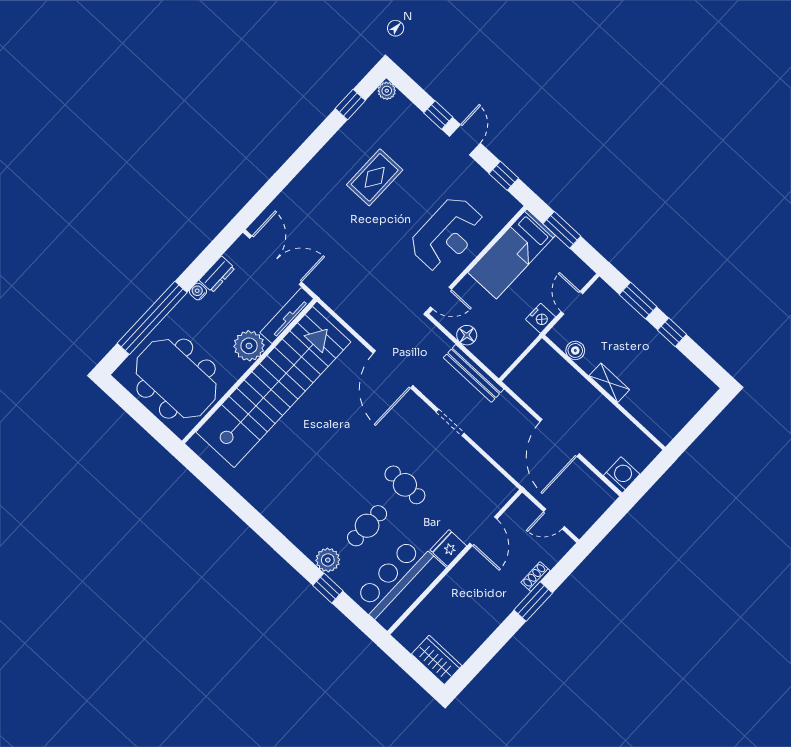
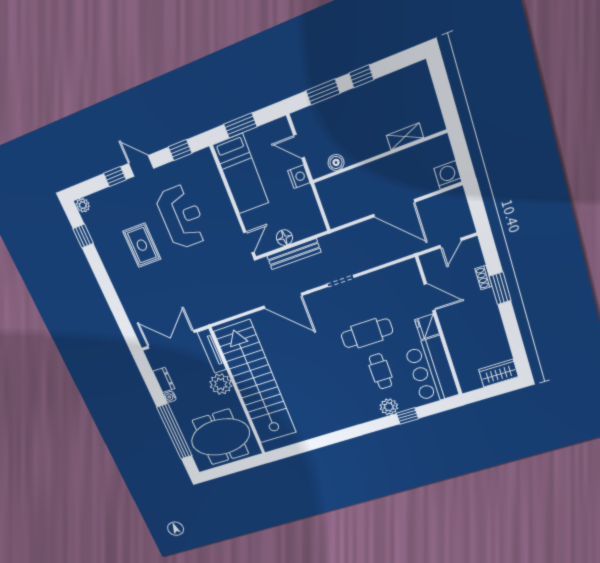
reception desk: (447, 234) -> (182, 217), moved
bench: (474, 373) -> (294, 254), moved
shelving: (609, 383) -> (405, 137), moved
cafe table: (405, 485) -> (367, 333), width x1.37, depth x1.35

